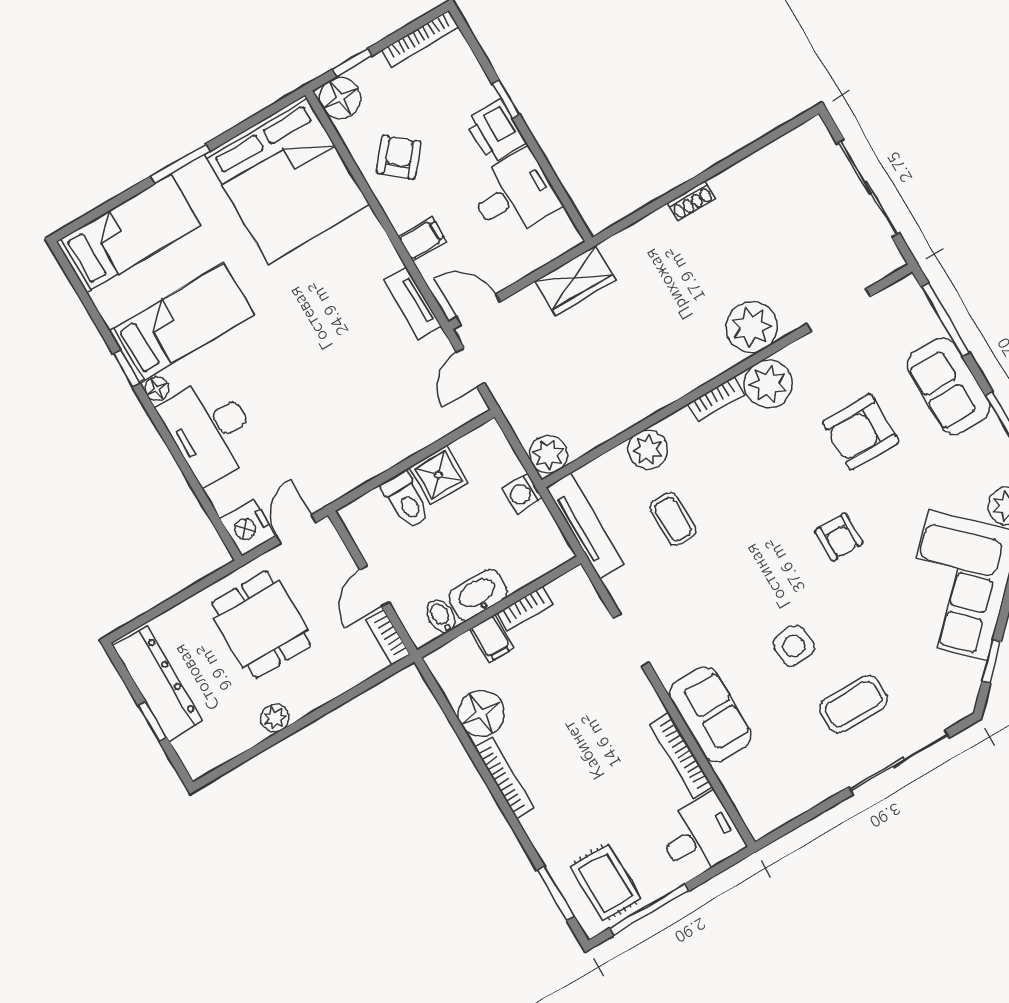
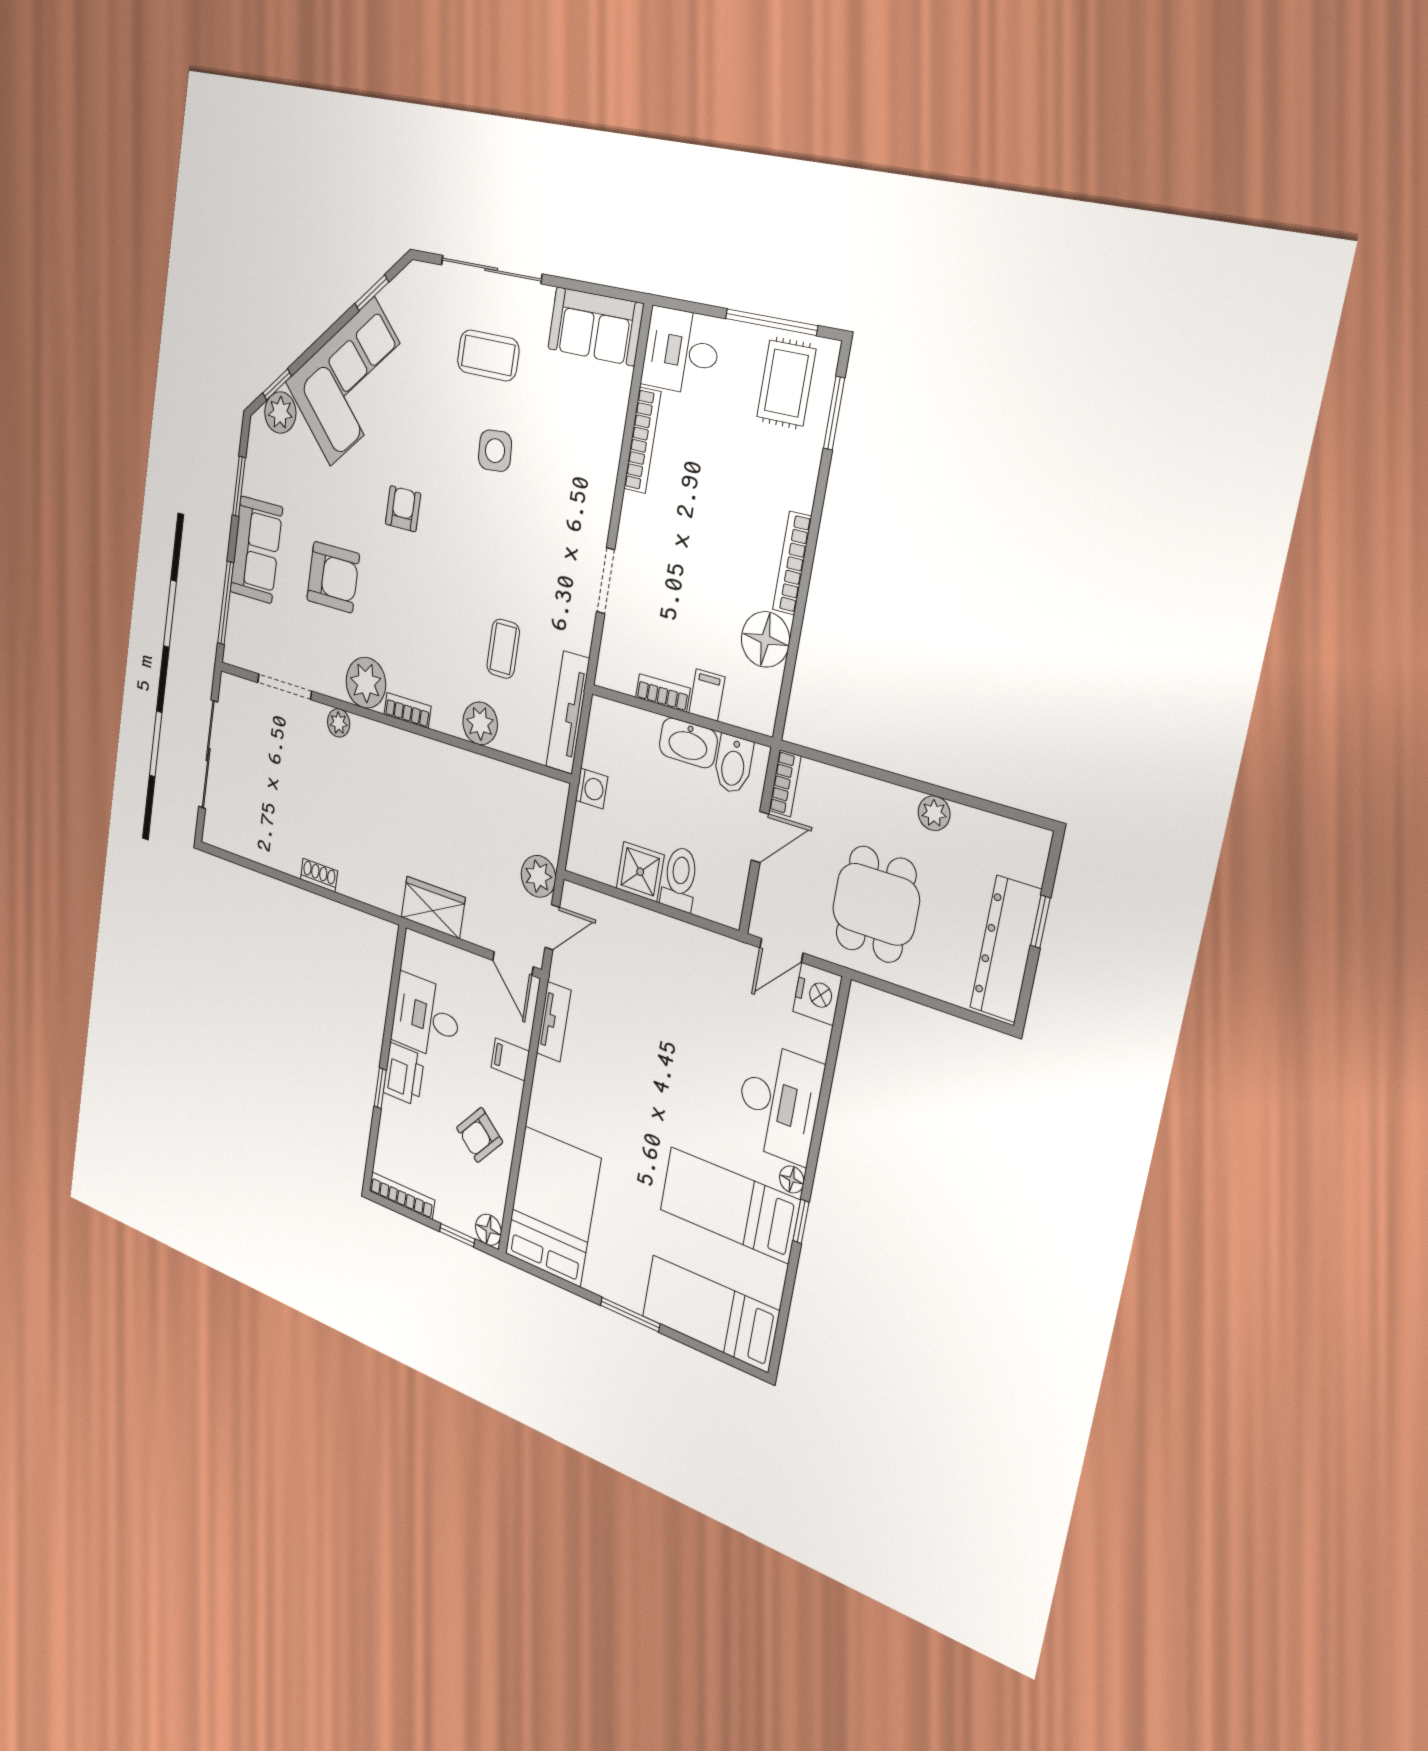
floor lamp: (340, 98) -> (488, 1230), width x0.73, depth x0.73
bed: (287, 180) -> (553, 1206), width x0.73
plant: (752, 327) -> (339, 723), width x0.53, depth x0.53
plant: (548, 454) -> (538, 876), moved
bidet: (441, 616) -> (733, 764), width x1.38, depth x1.36
sofa: (710, 715) -> (595, 326), moved, turned -90

